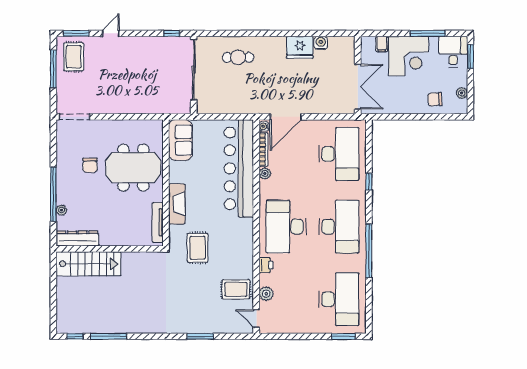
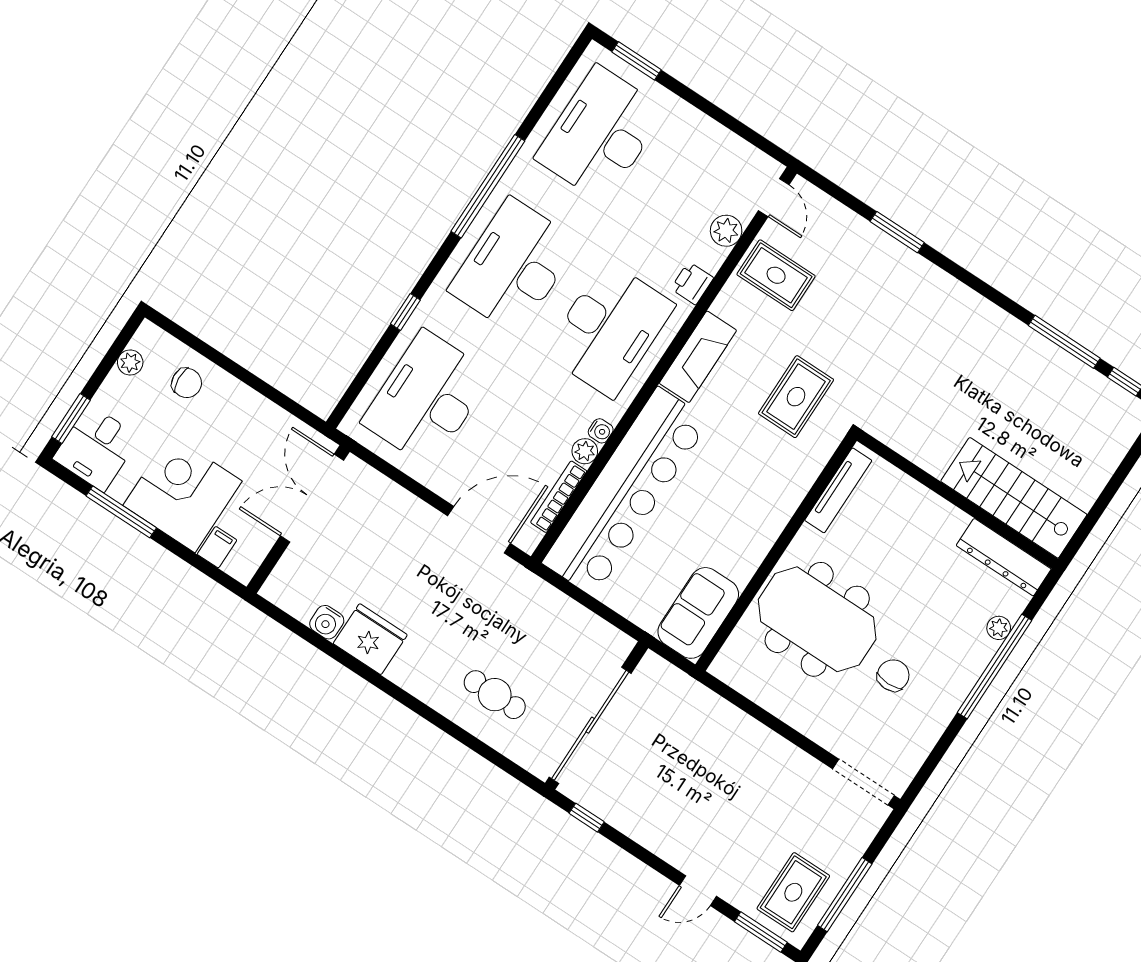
water cooler: (264, 126) -> (601, 431), moved
fireplace: (177, 204) -> (698, 357), moved, turned 180

